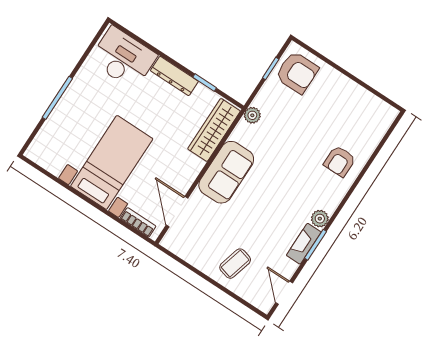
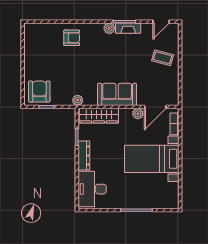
plant: (183, 183) -> (138, 114), added

